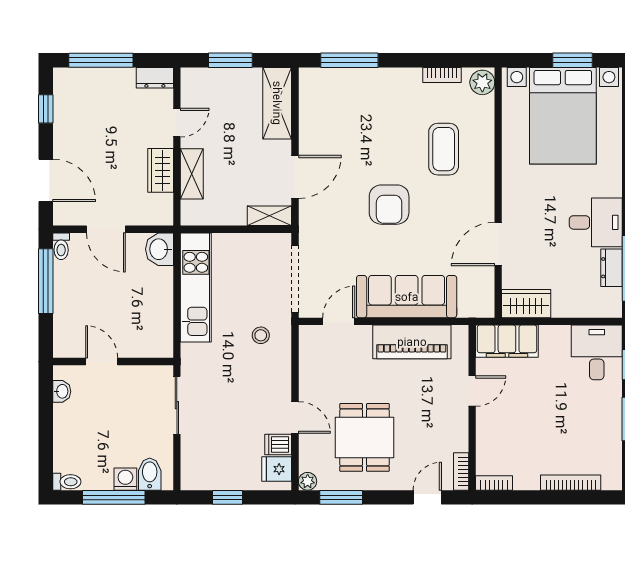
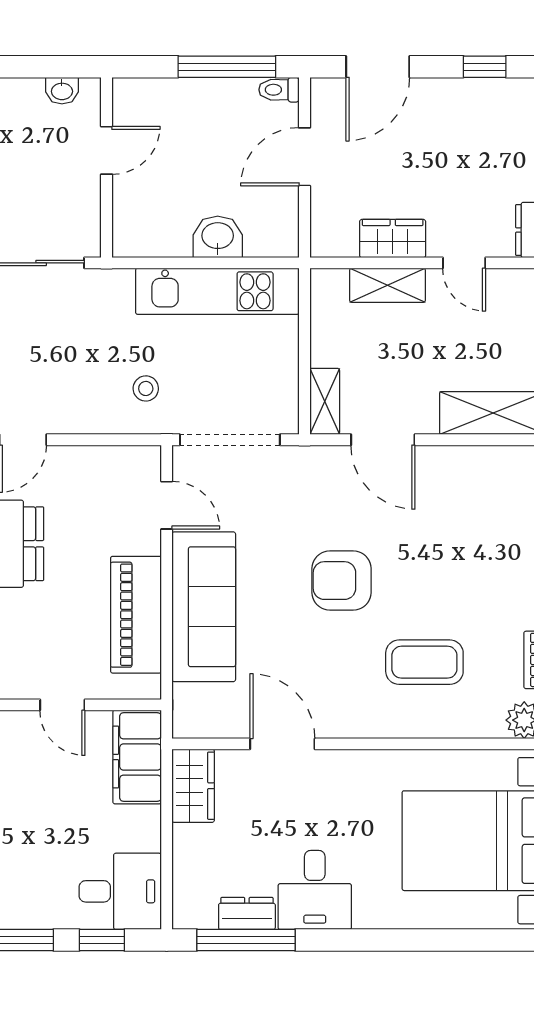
washbasin: (159, 249) -> (218, 237), moved

